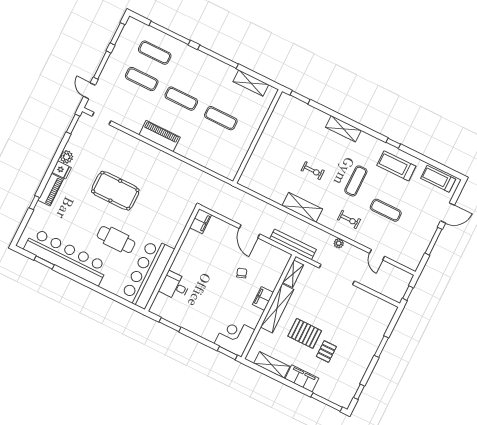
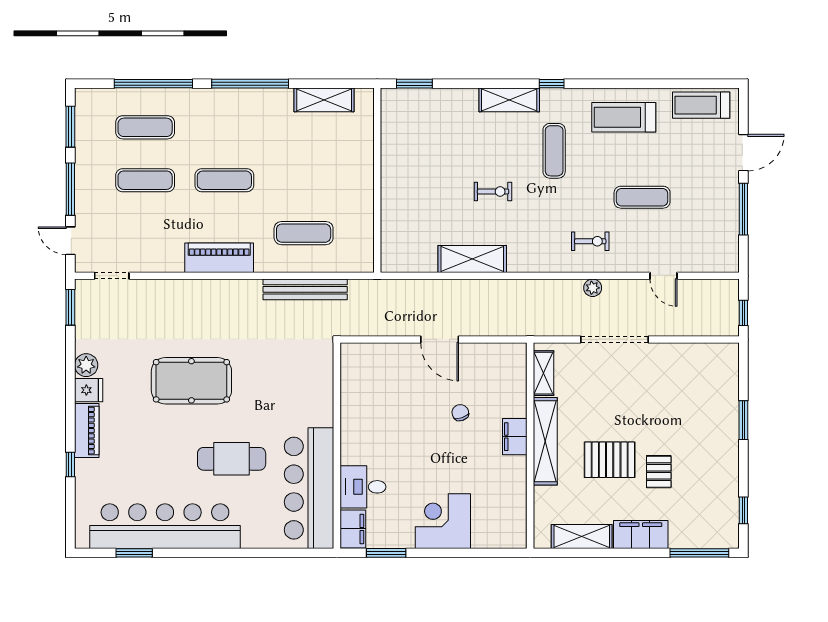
exercise mat: (221, 118) -> (304, 233), moved
window: (393, 143) -> (552, 84), moved
exercise mat: (356, 181) -> (554, 151), moved
shelving: (302, 207) -> (472, 259), moved
filing cabinet: (201, 221) -> (353, 529), moved
bench: (293, 244) -> (305, 289), moved
corner desk: (234, 337) -> (443, 521), moved
window: (227, 353) -> (501, 553), removed

